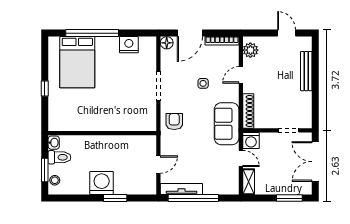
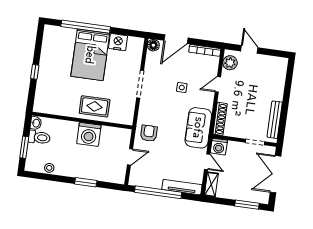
door: (287, 33) -> (249, 49), moved
bed: (77, 62) -> (90, 55), moved
bench: (306, 71) -> (275, 120), moved
rug: (113, 116) -> (95, 106), added
armchair: (174, 122) -> (149, 133), moved
stool: (55, 180) -> (49, 168), moved
washing machine: (102, 183) -> (89, 134), moved, turned 180
tv unit: (181, 189) -> (182, 187), moved

